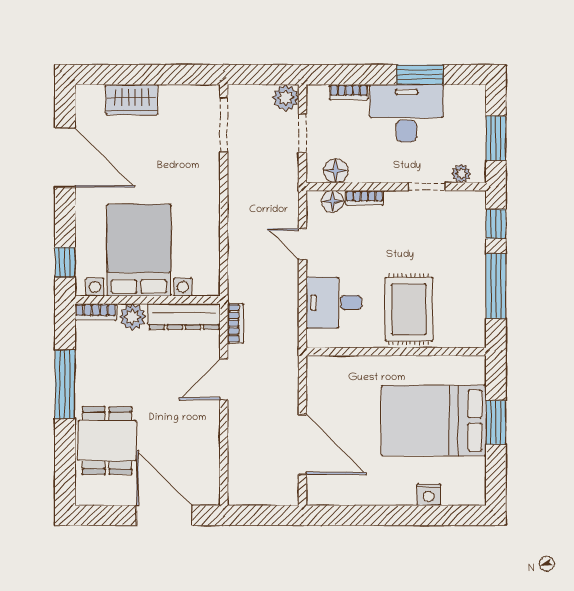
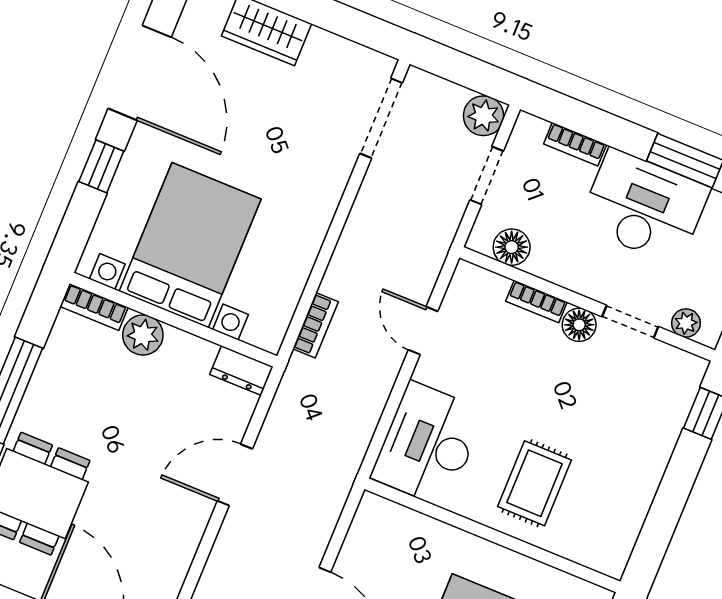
floor lamp: (333, 201) -> (579, 325), moved
window: (65, 262) -> (101, 166), moved
window: (496, 286) -> (670, 501), removed
desk: (334, 303) -> (428, 444), width x1.37
rug: (409, 309) -> (535, 483), width x0.73, depth x0.70
dresser: (184, 317) -> (241, 371), width x0.51, depth x0.80
bookcase: (235, 323) -> (315, 325), moved

